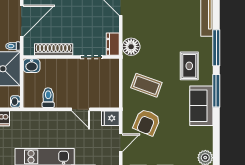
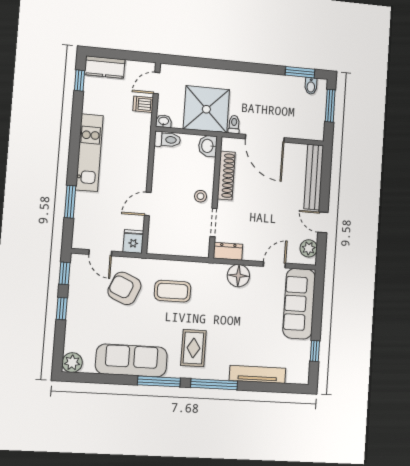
floor lamp: (131, 47) -> (238, 276), moved
rug: (189, 66) -> (193, 348), turned 90
stool: (71, 69) -> (201, 196), added
coffee table: (146, 85) -> (172, 291), turned 70
toilet: (48, 98) -> (167, 140), moved
sofa: (201, 106) -> (131, 360), width x1.36

